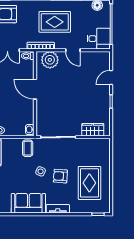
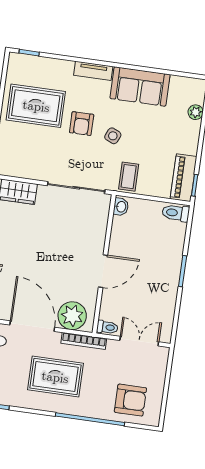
door: (73, 50) -> (32, 326), width x1.87
door: (35, 89) -> (103, 271), hinge flipped
armchair: (60, 176) -> (82, 124), turned 86
rug: (89, 183) -> (36, 106), turned 90

